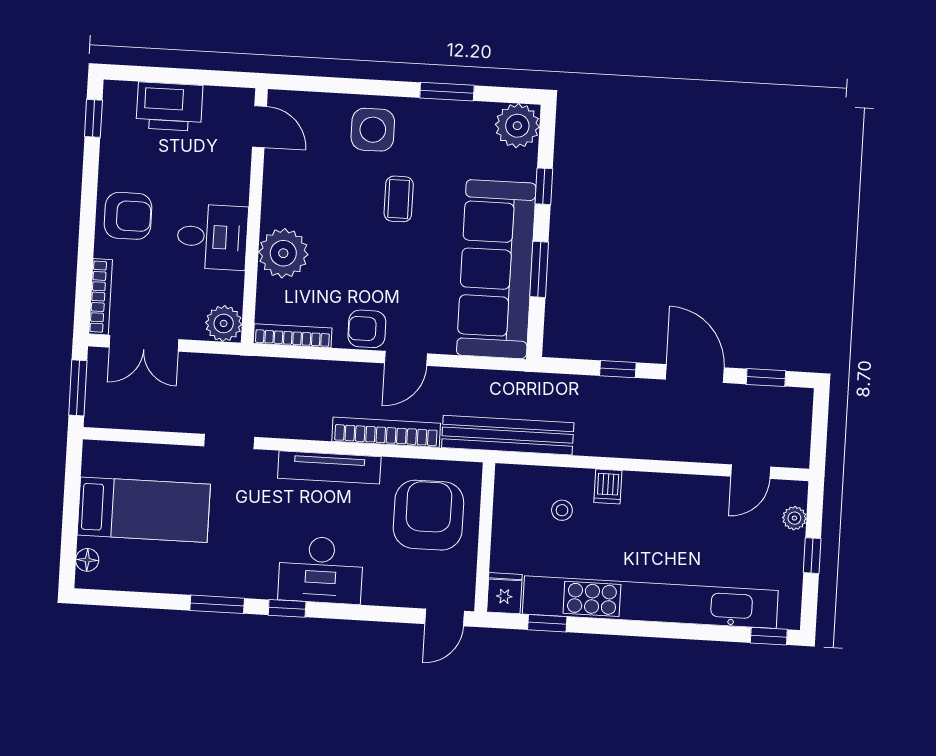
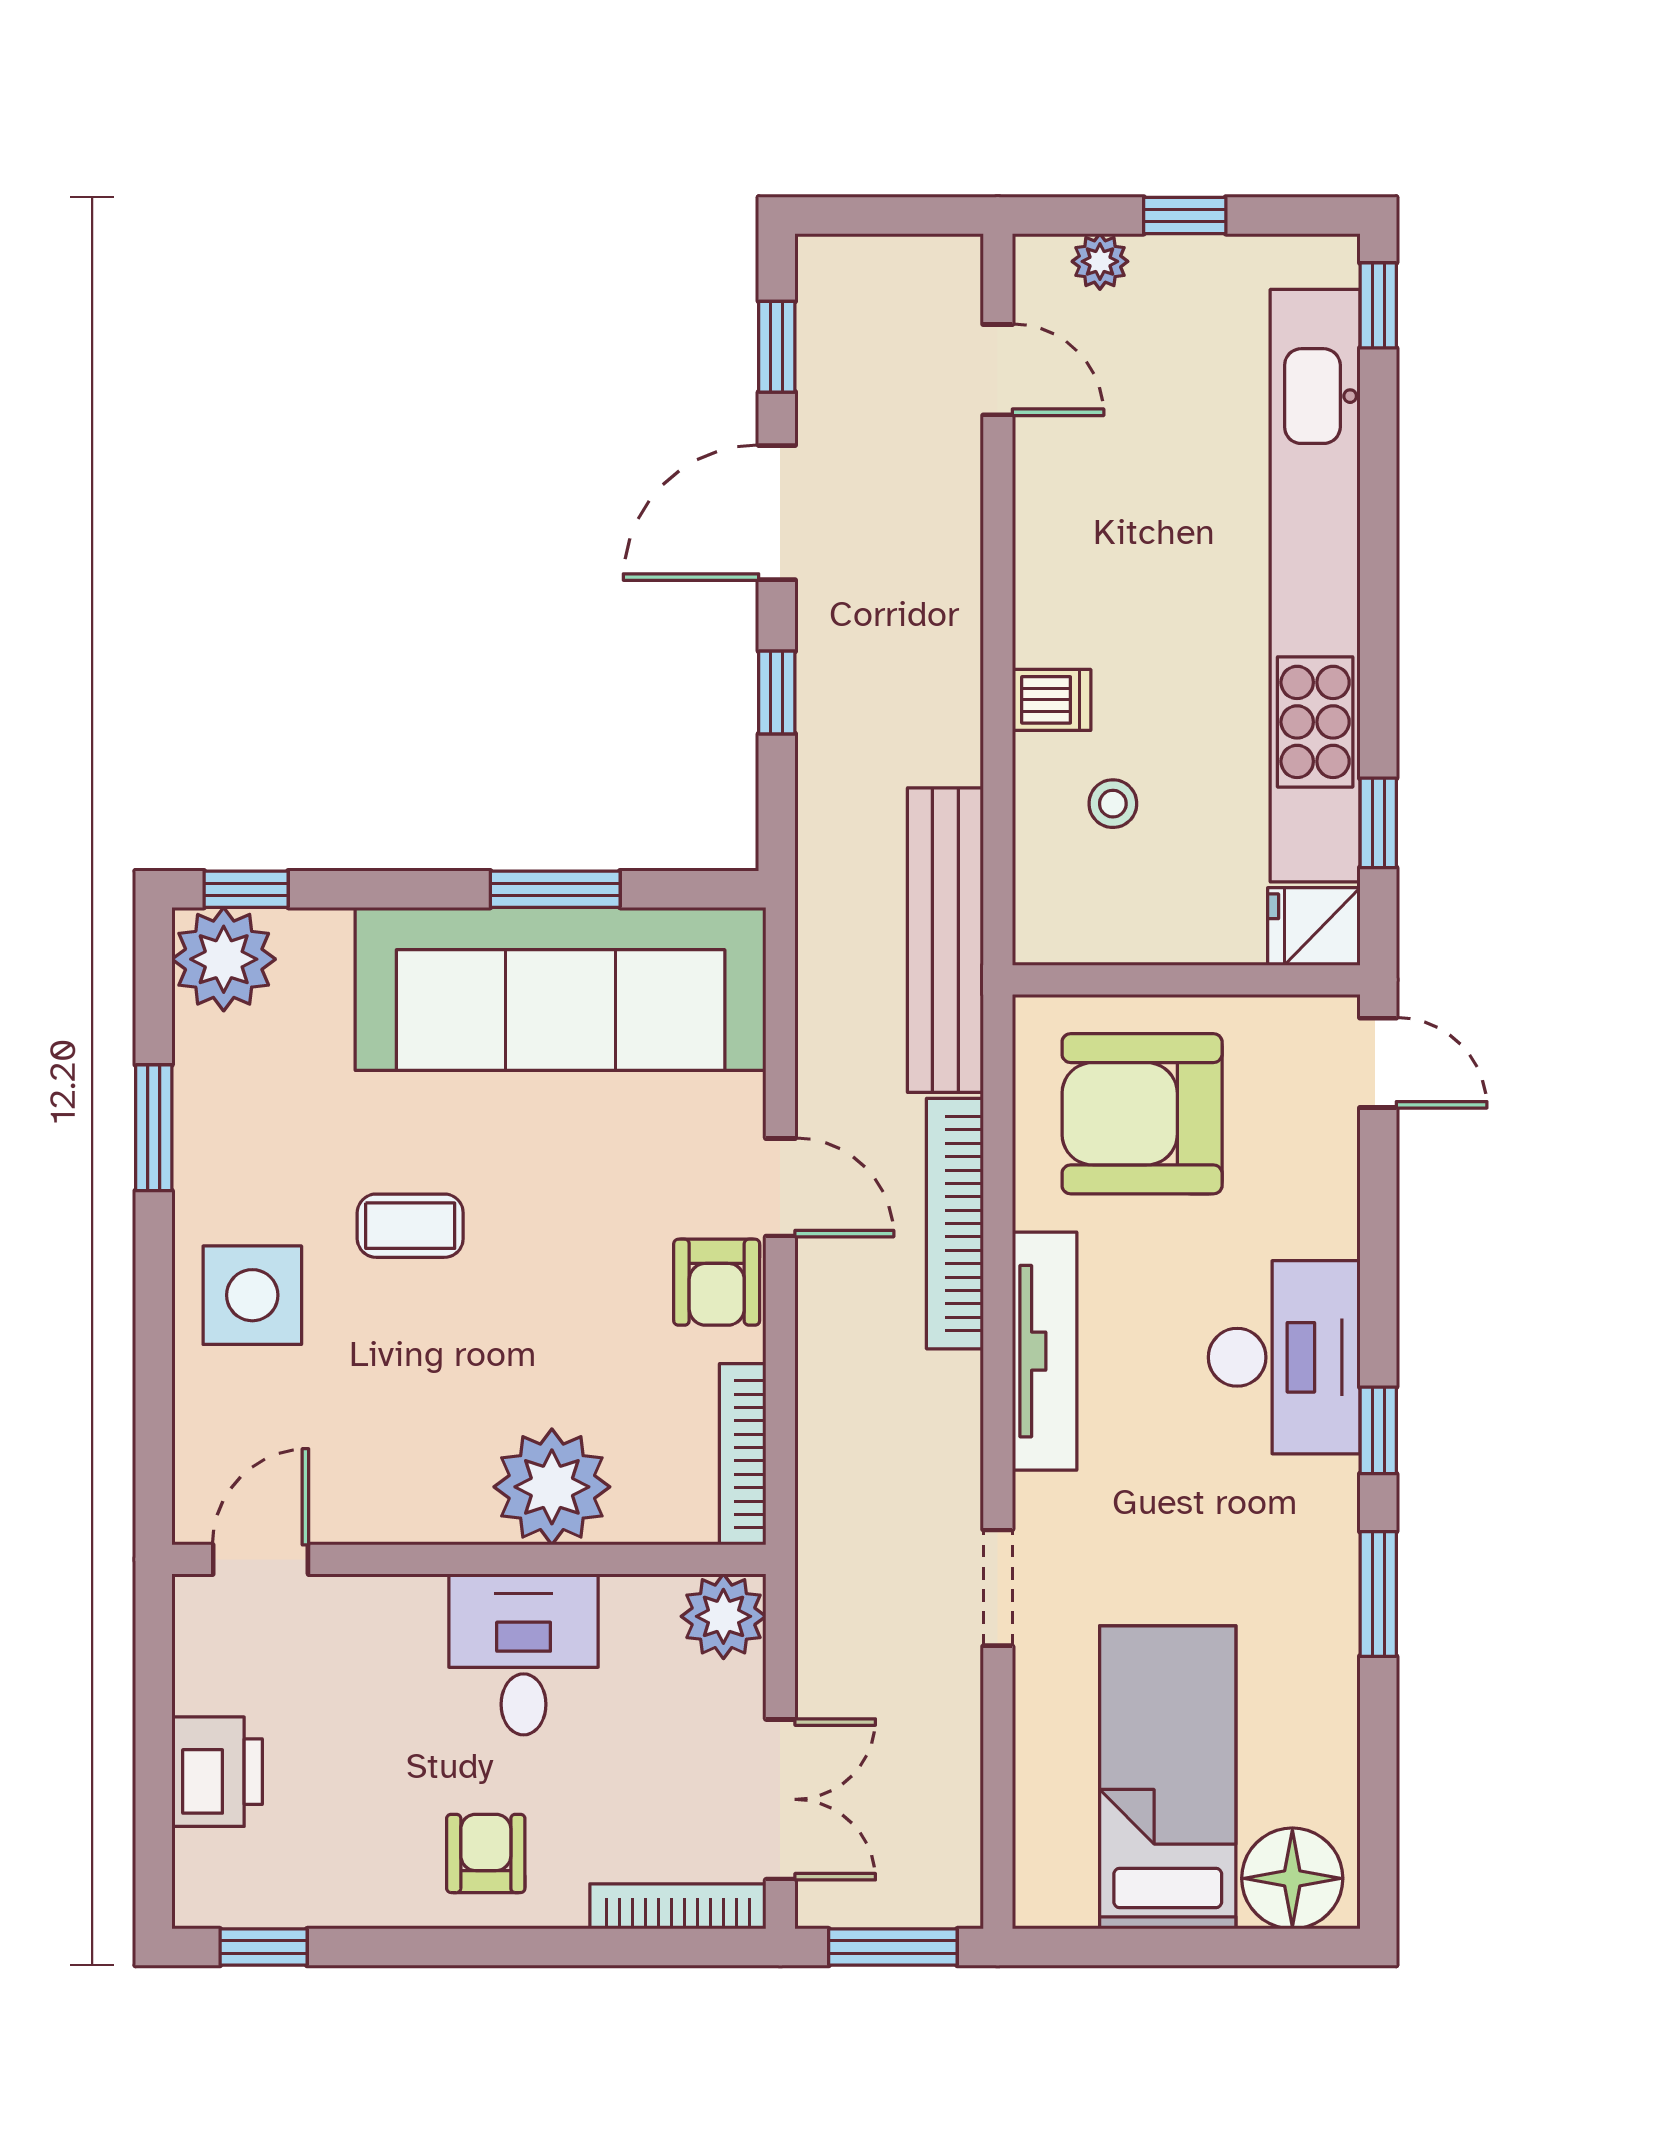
printer: (169, 107) -> (217, 1772), width x0.73, depth x0.84
window: (544, 186) -> (246, 889), moved
armchair: (128, 216) -> (486, 1853), width x0.72, depth x0.72
floor lamp: (87, 560) -> (1292, 1878), width x1.89, depth x1.89

